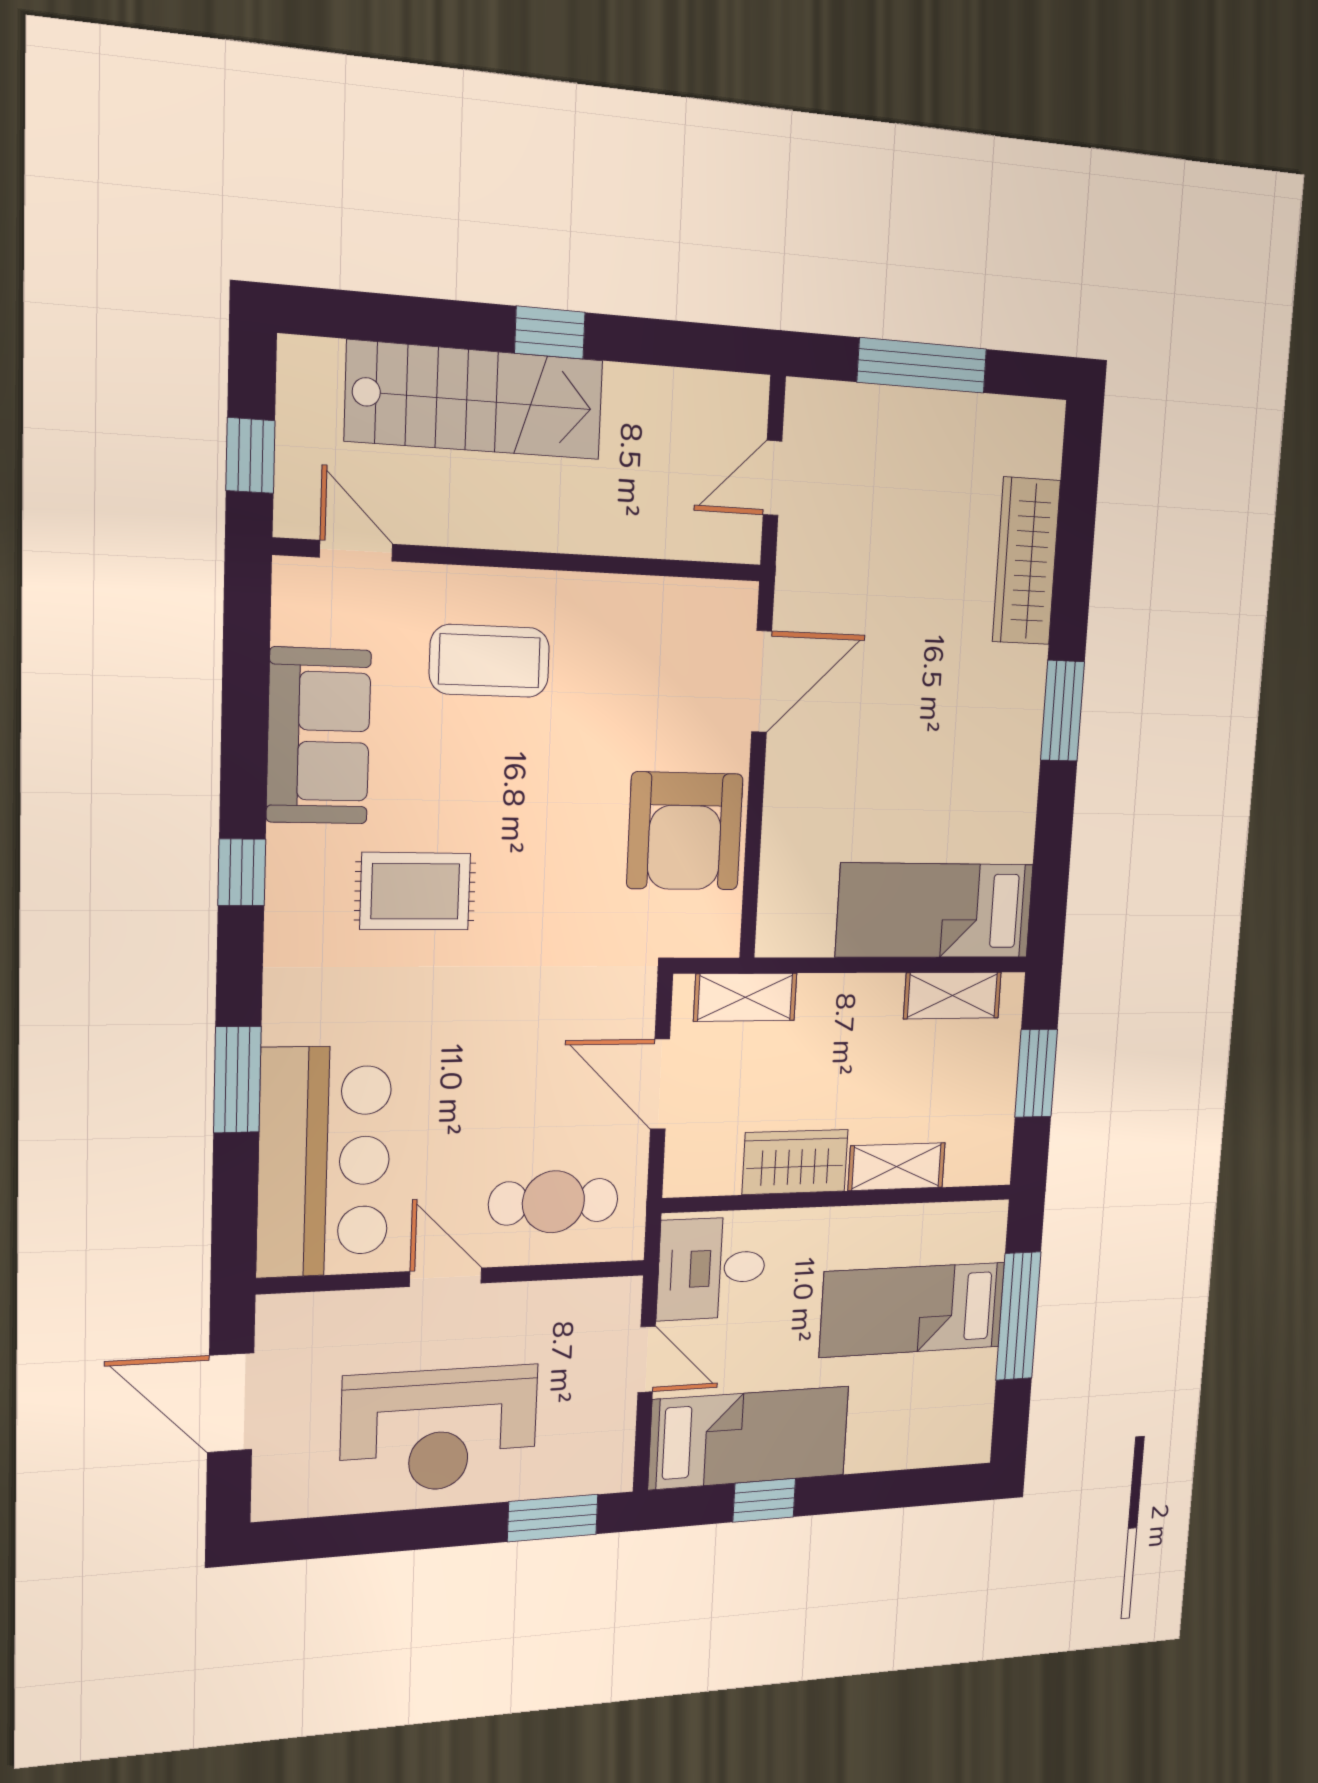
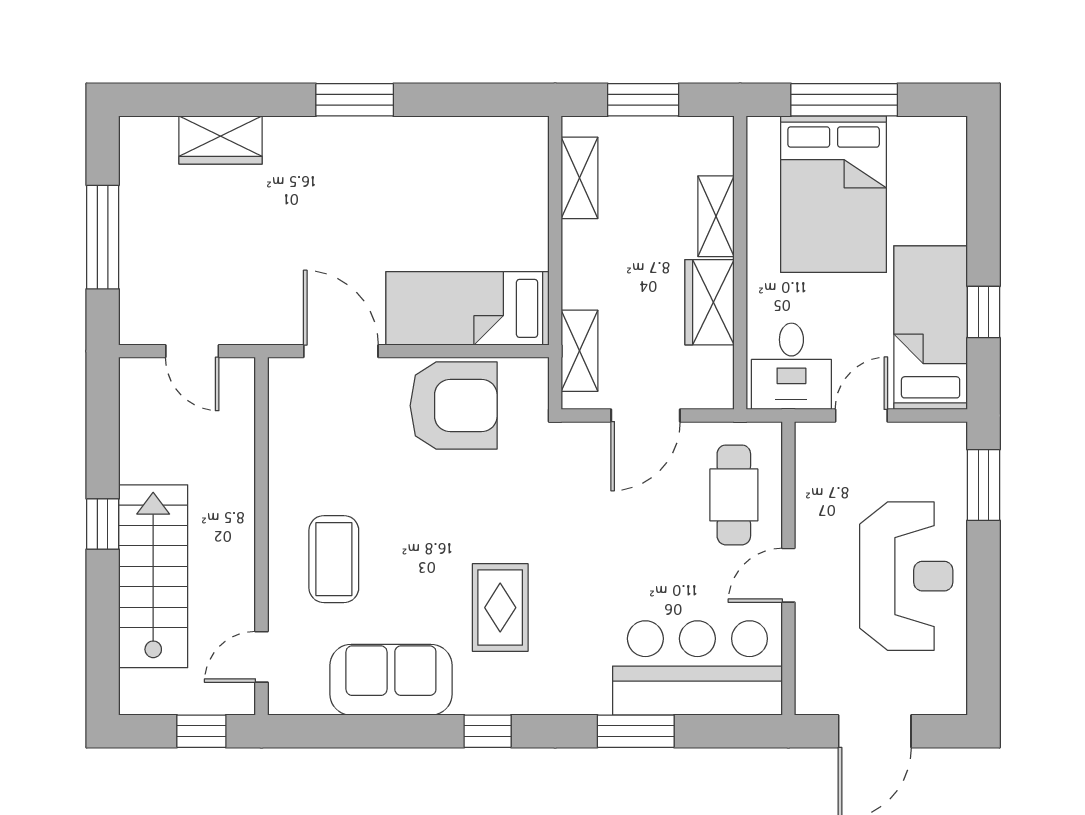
wardrobe: (1026, 561) -> (221, 140), width x0.67
bed: (935, 911) -> (467, 308), moved, turned 90
bed: (913, 1309) -> (834, 194), width x1.50

